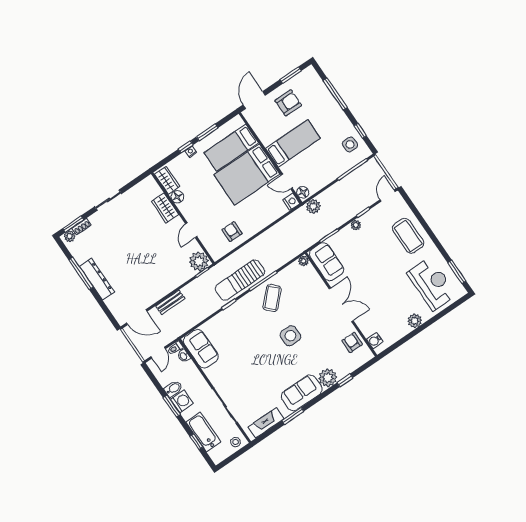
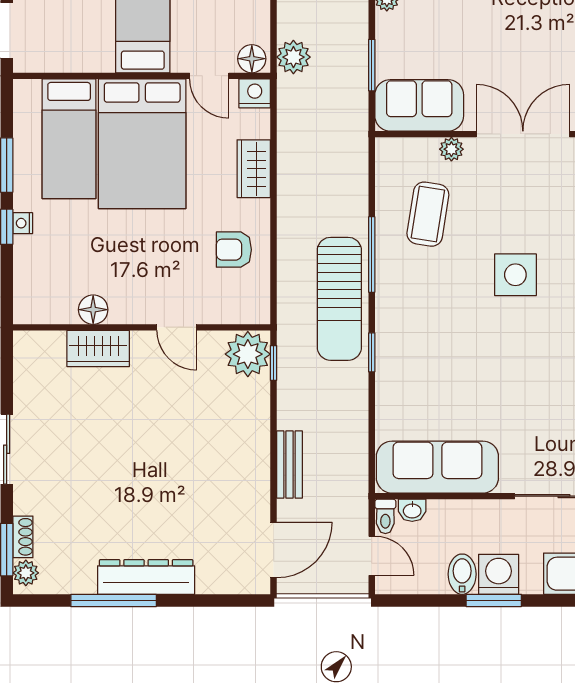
wardrobe: (167, 180) -> (254, 169), moved, turned -90
door: (287, 182) -> (209, 76), hinge flipped
plant: (303, 261) -> (451, 149), moved
coffee table: (272, 298) -> (428, 214), moved, turned 54
sofa: (201, 349) -> (437, 467), width x1.36

